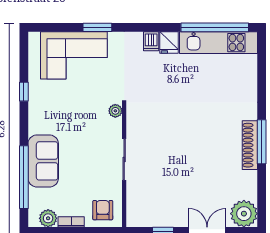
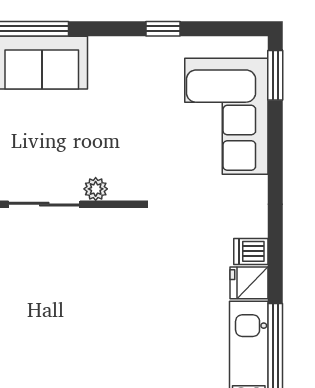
window: (97, 27) -> (275, 75), moved
plant: (115, 111) -> (96, 189), moved

